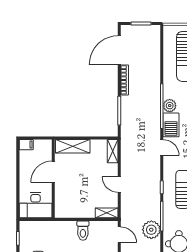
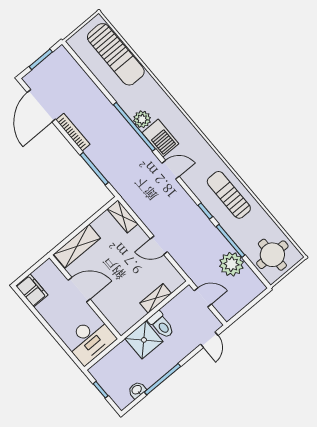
filing cabinet: (26, 145) -> (32, 290), width x2.00
door: (53, 172) -> (79, 290), swing flipped
shelving: (107, 213) -> (156, 298), moved
shower: (66, 231) -> (144, 340), added

